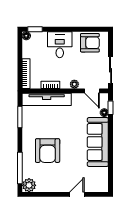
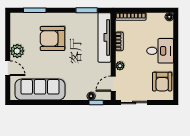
window: (35, 29) -> (176, 26), removed
sofa: (98, 142) -> (40, 90), moved
window: (20, 168) -> (35, 10), width x0.69
plant: (29, 185) -> (17, 51), moved

